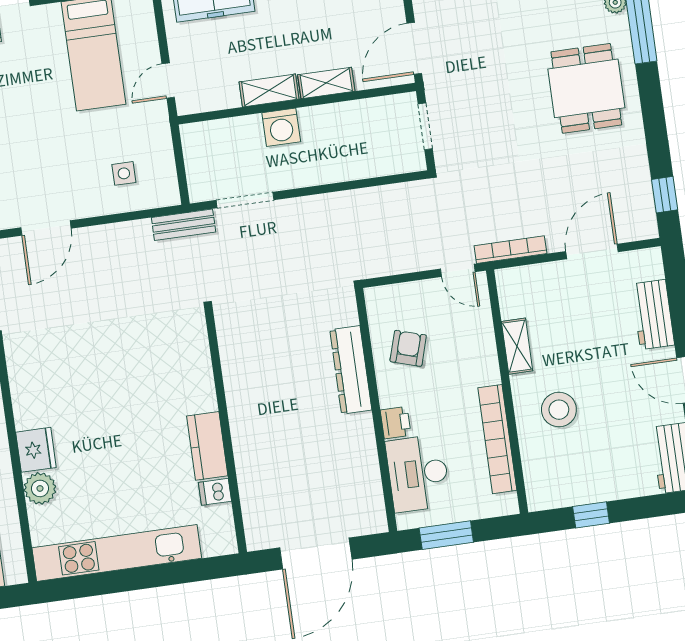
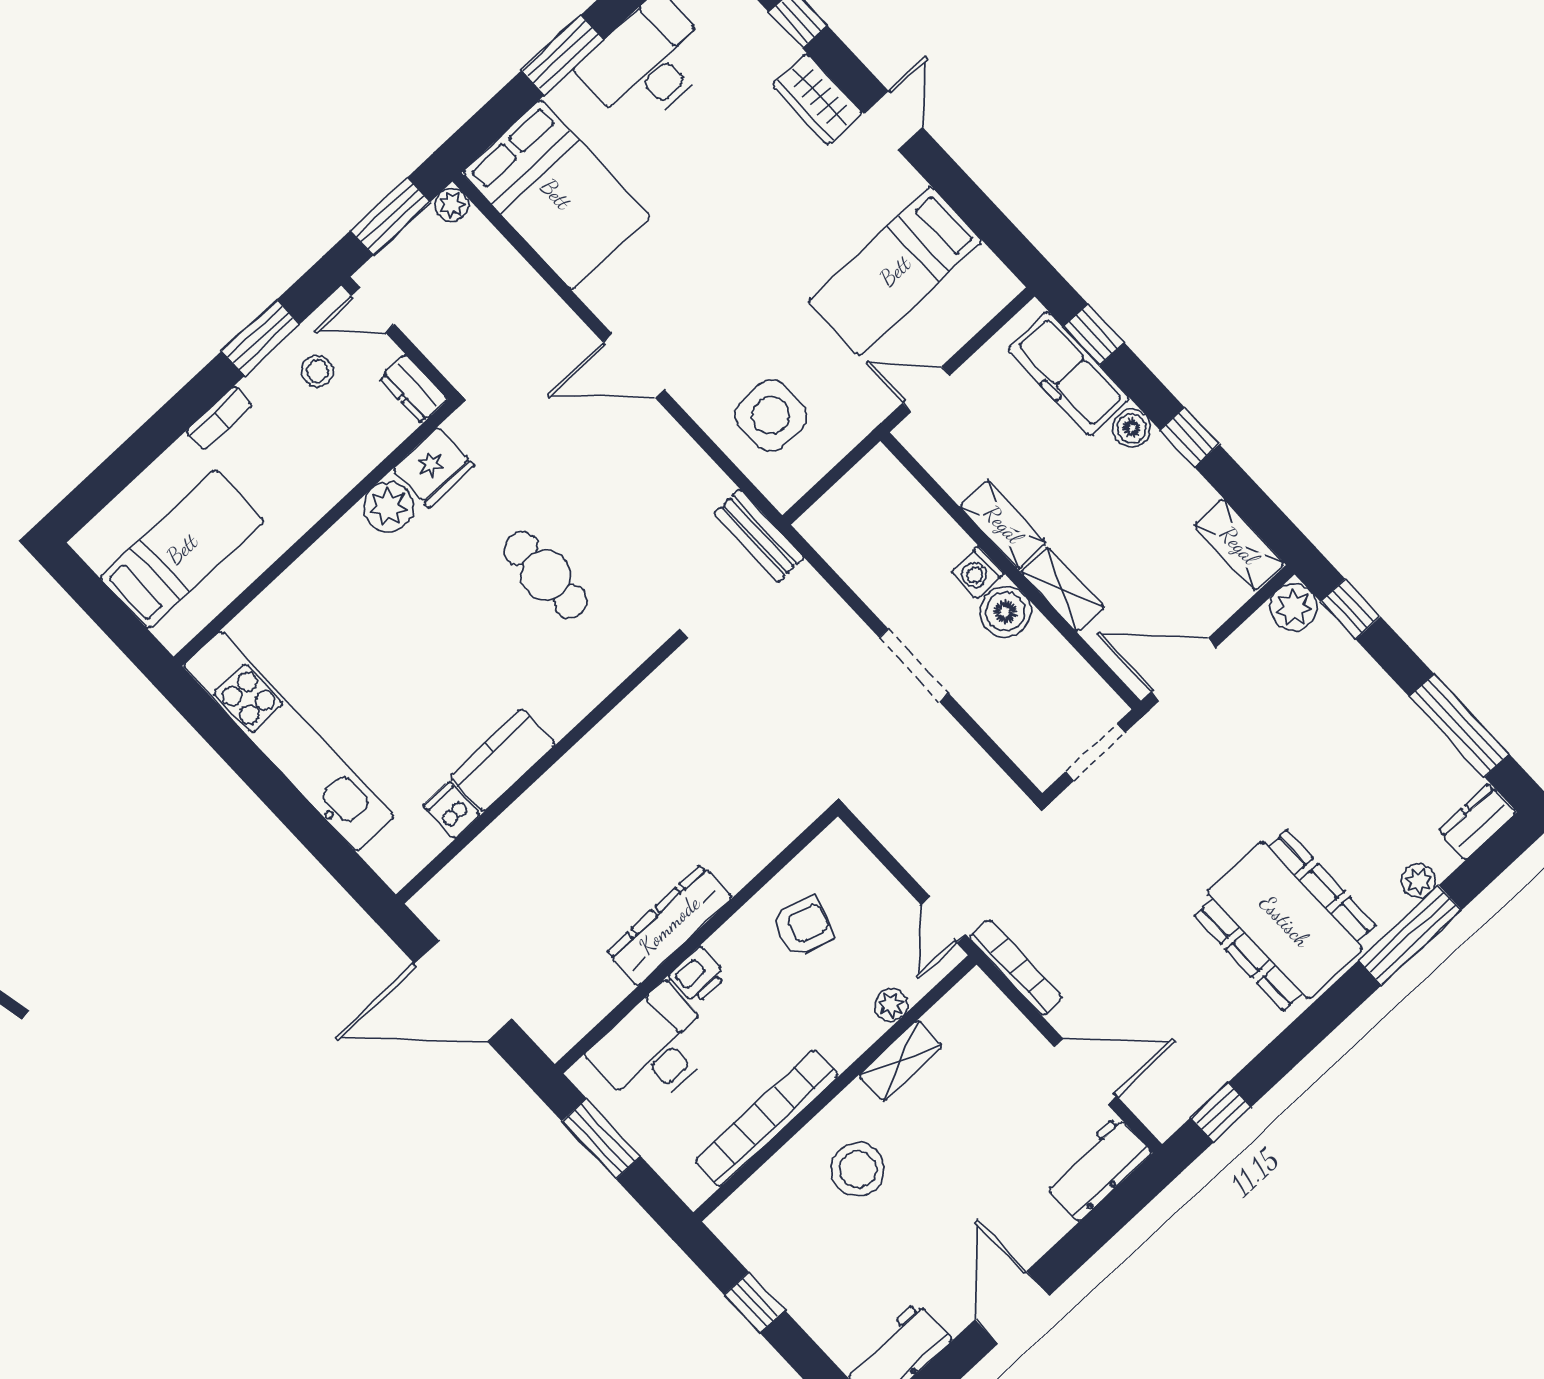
dining table: (586, 88) -> (1285, 921), width x1.38
boiler: (317, 122) -> (1005, 611), added
washing machine: (281, 127) -> (977, 572), width x0.73, depth x0.73
side table: (124, 173) -> (771, 415), width x1.87, depth x1.87
doorway: (245, 200) -> (914, 665), moved
workbench: (653, 314) -> (1098, 1168), moved
plant: (484, 330) -> (891, 1005), added
cafe table: (125, 354) -> (546, 575), added
dresser: (351, 370) -> (669, 925), moved
fridge: (36, 450) -> (434, 468), moved
plant: (40, 488) -> (389, 507), moved

